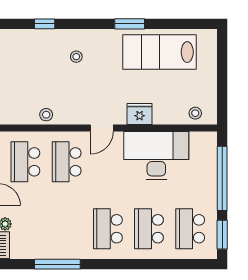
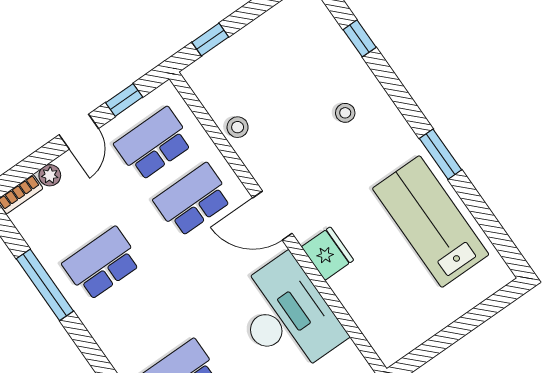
stool: (195, 113) -> (382, 329), removed
door: (102, 128) -> (272, 216), width x1.38
school desk: (108, 229) -> (102, 264), moved

